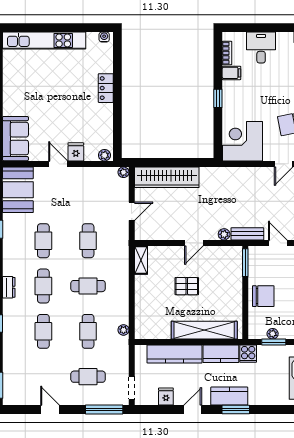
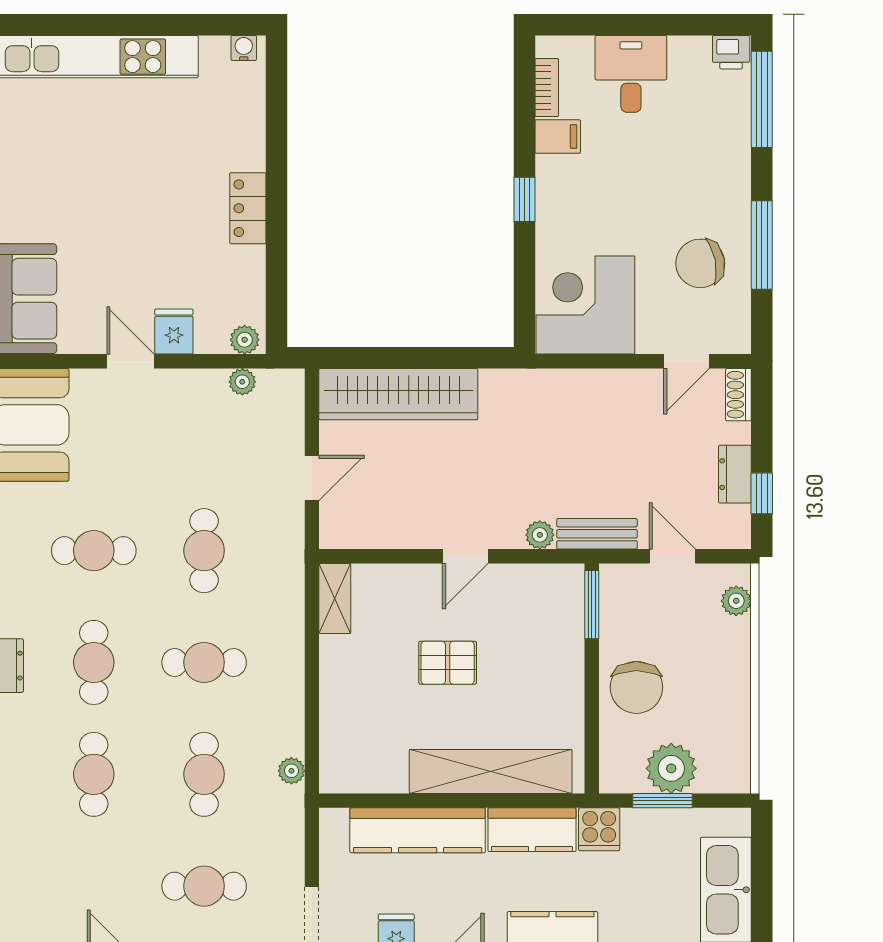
locker: (106, 88) -> (248, 208), moved
plant: (123, 172) -> (242, 382), moved
cafe table: (43, 241) -> (94, 551), turned 90
chair: (263, 296) -> (636, 687), turned 90
plant: (273, 334) -> (671, 768), width x1.88, depth x1.88

